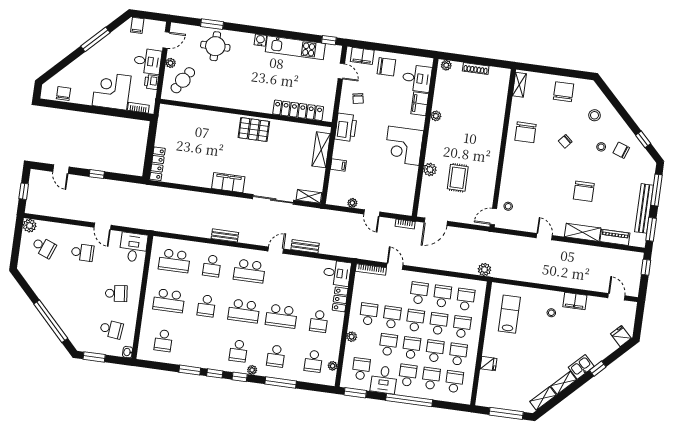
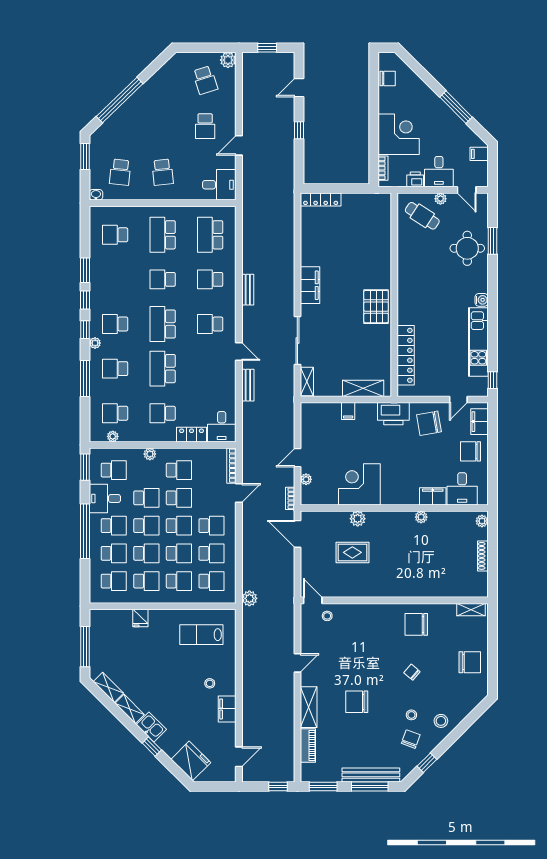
chair: (386, 67) -> (471, 451), turned 90
chair: (358, 99) -> (429, 423), width x1.87, depth x1.87
stool: (594, 115) -> (441, 721), moved
corner desk: (404, 146) -> (359, 484), moved
plant: (352, 203) -> (306, 479), moved
bench: (644, 208) -> (371, 775), moved
school desk: (44, 247) -> (205, 80), turned -39
school desk: (249, 271) -> (210, 324), width x0.54
lab bench: (509, 314) -> (201, 635), turned 180
fridge: (621, 336) -> (191, 761), width x1.88, depth x1.34

